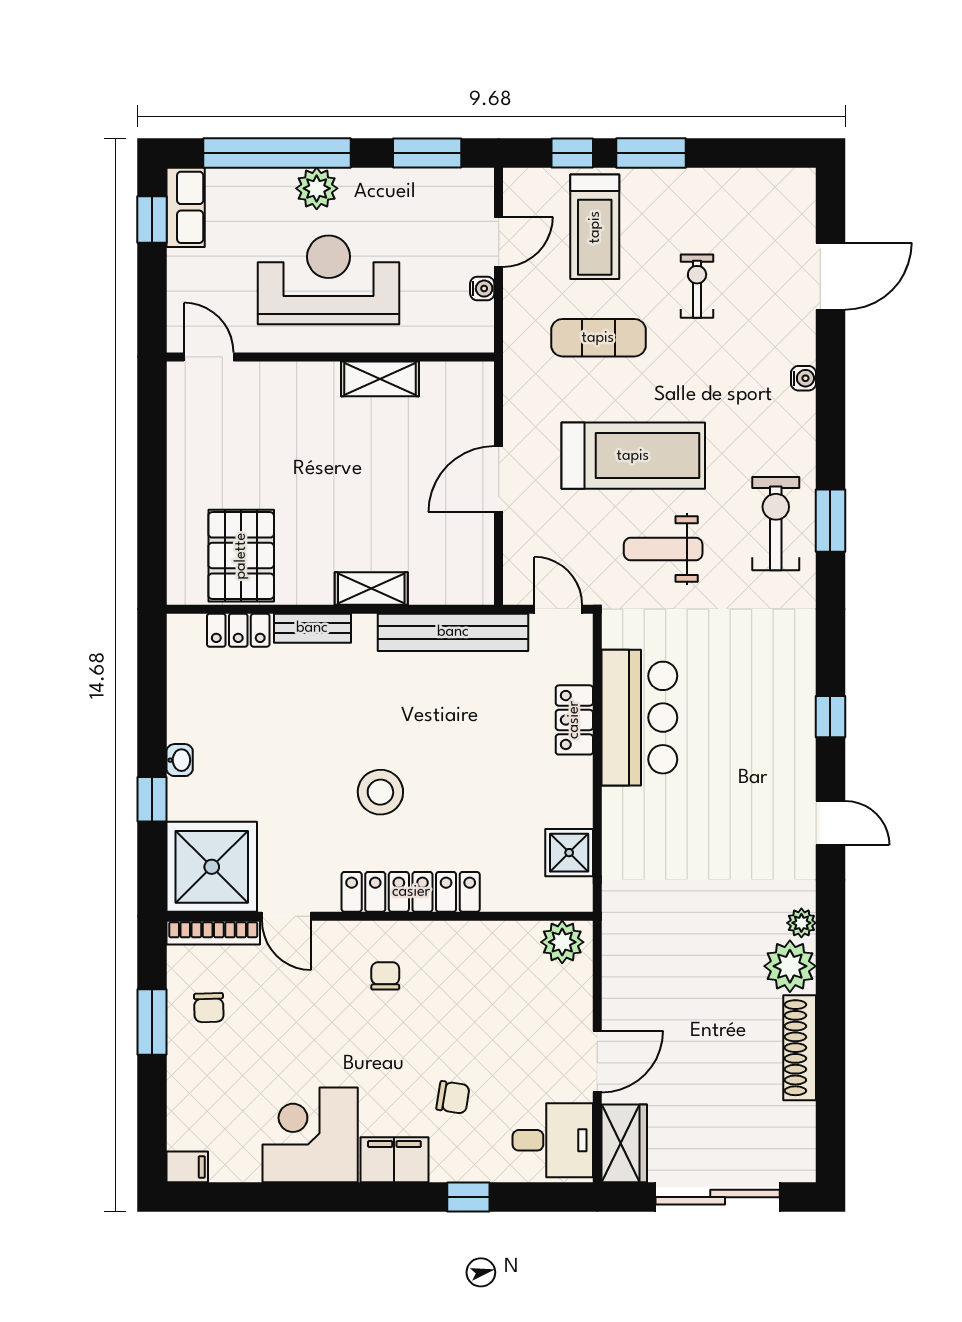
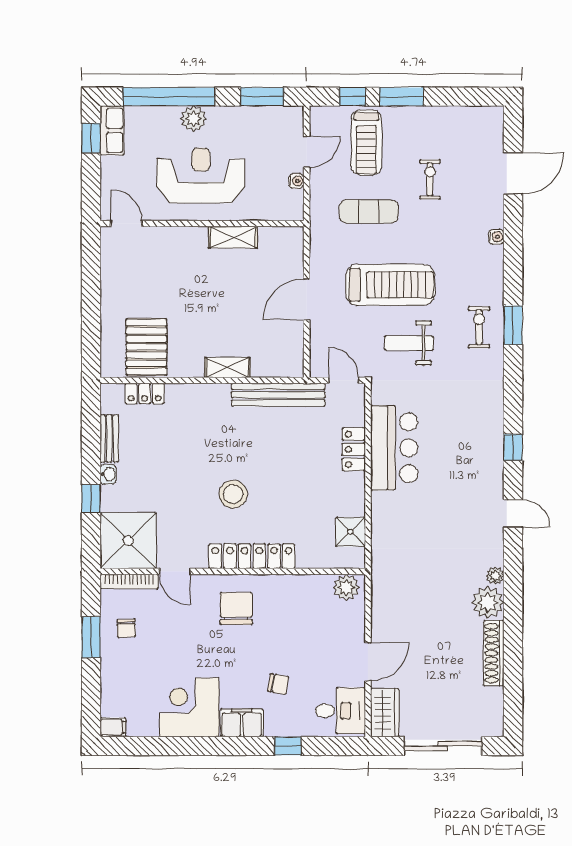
exercise bike: (776, 524) -> (479, 327), width x0.73, depth x0.72
bench: (312, 628) -> (109, 439), moved, turned 90
chair: (385, 976) -> (236, 608), width x1.87, depth x1.87

